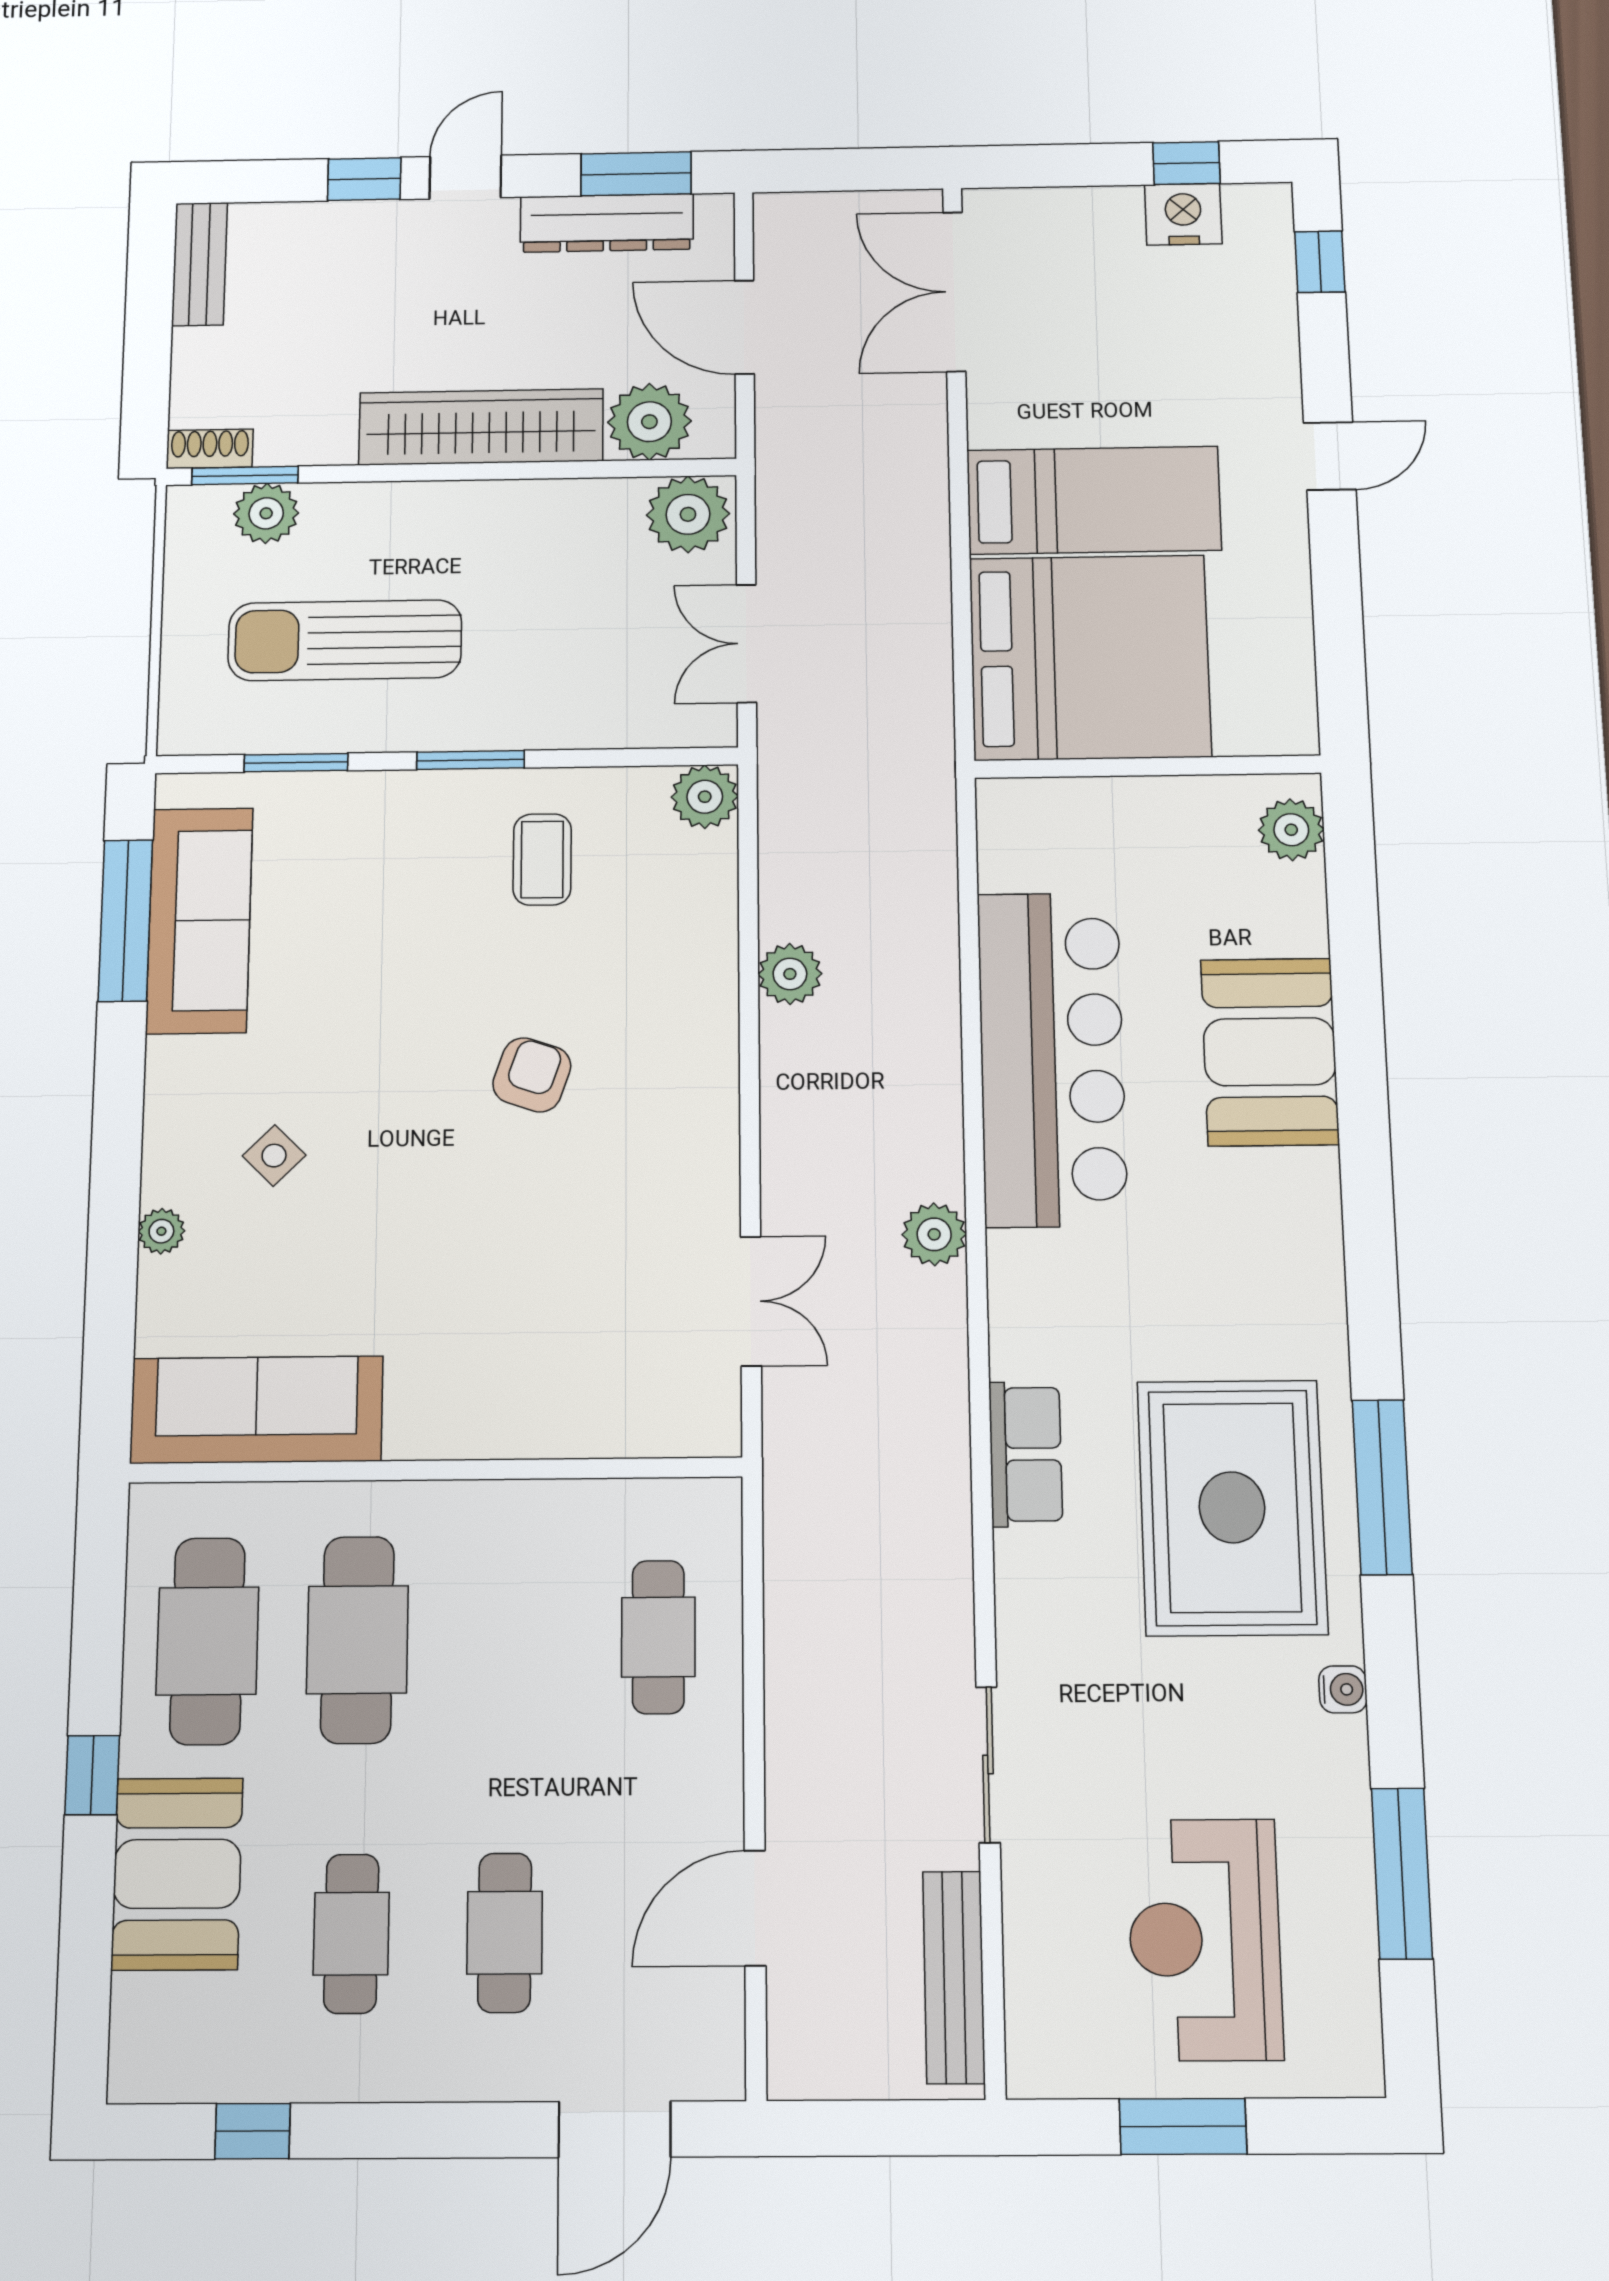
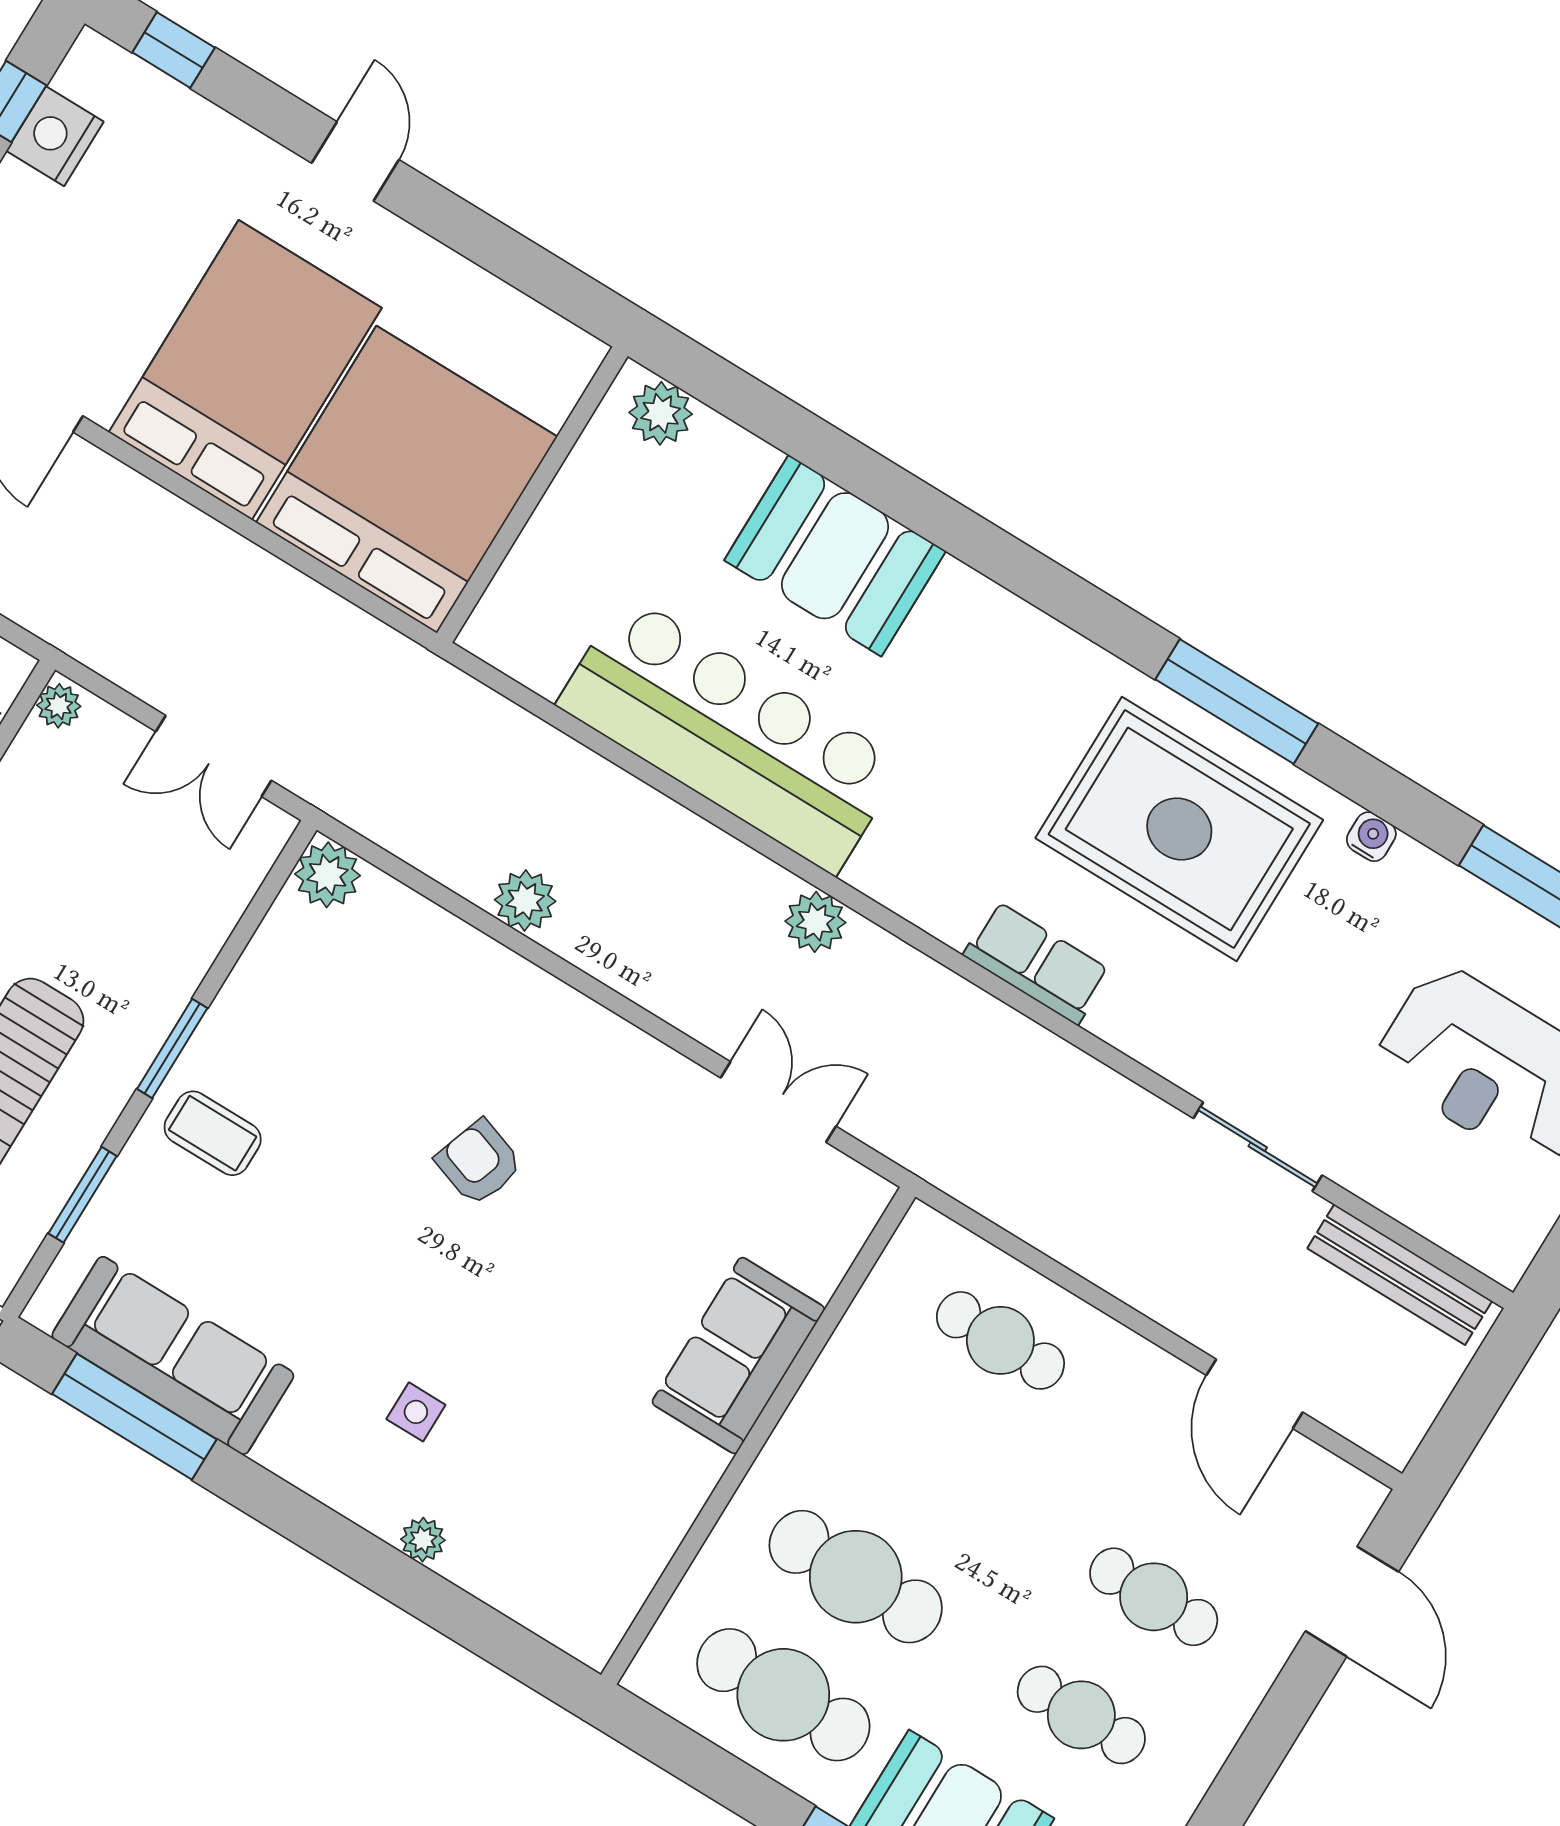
bed: (1094, 500) -> (245, 370), width x1.50
plant: (688, 514) -> (59, 706), width x0.53, depth x0.53
coffee table: (542, 859) -> (213, 1133), moved
side table: (274, 1156) -> (416, 1412), turned 45
sofa: (256, 1410) -> (738, 1356), moved, width x0.73

